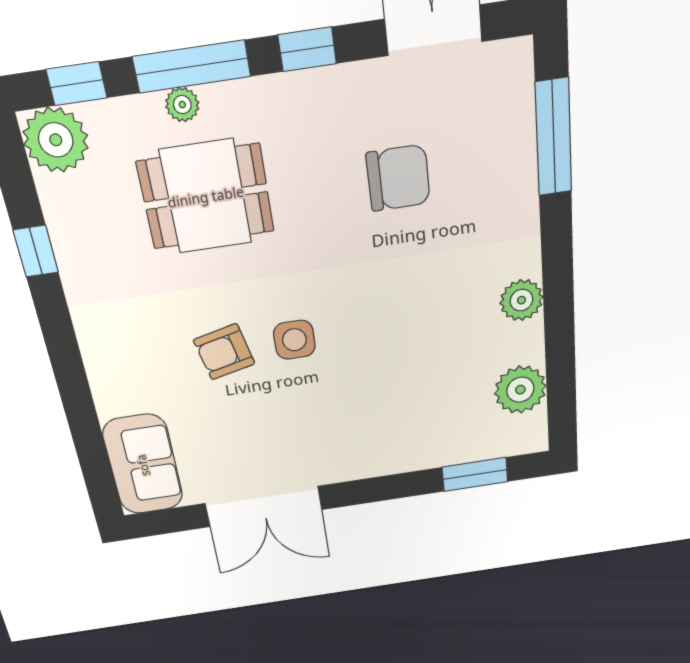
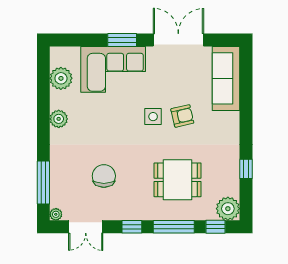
plant: (182, 105) -> (56, 214), moved
chair: (398, 178) -> (104, 176), turned 90
corner sofa: (402, 426) -> (113, 69), added
sofa: (143, 465) -> (226, 78), width x1.36
window: (475, 474) -> (122, 40), moved

